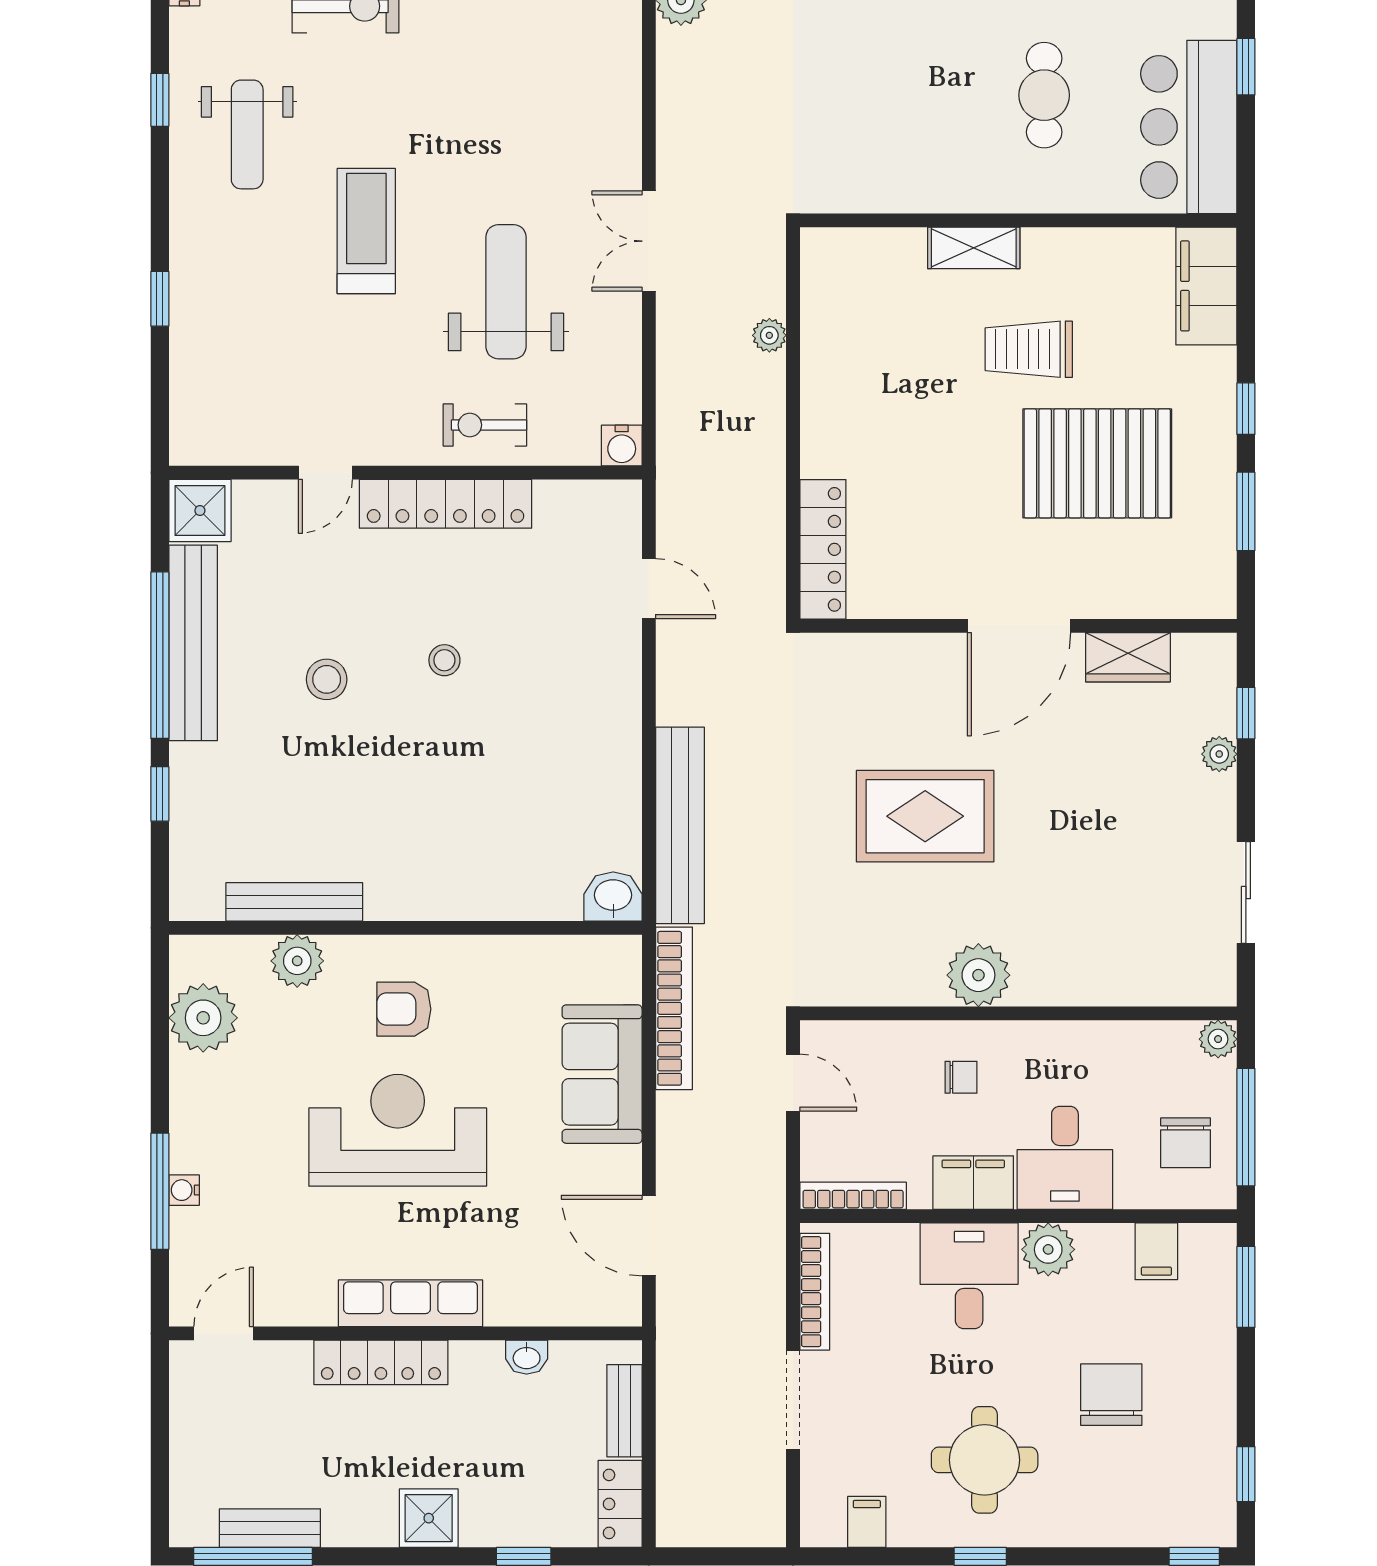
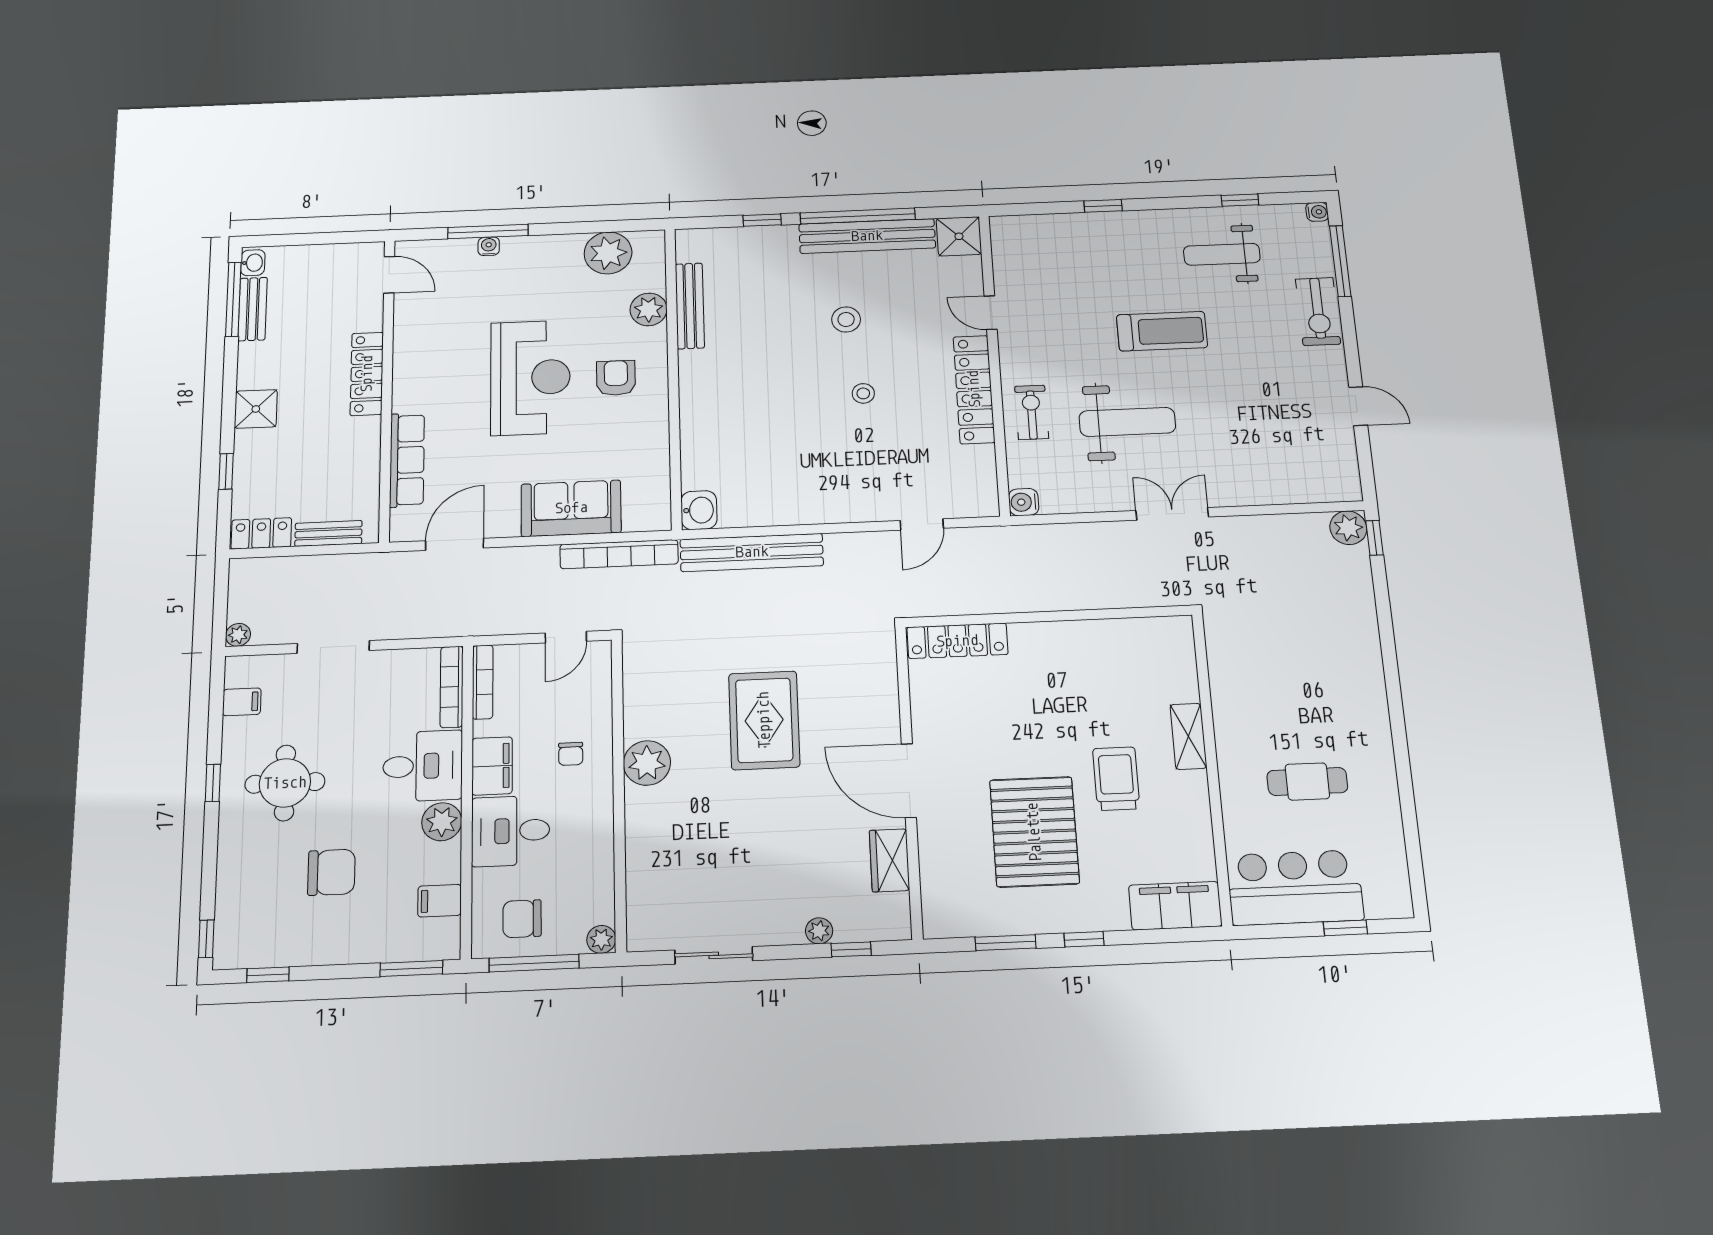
plant: (769, 335) -> (238, 635), moved
bookcase: (815, 1292) -> (452, 687), moved, turned 90
row of seats: (411, 1303) -> (407, 460), moved
washbasin: (527, 1357) -> (253, 263), moved, turned 180

